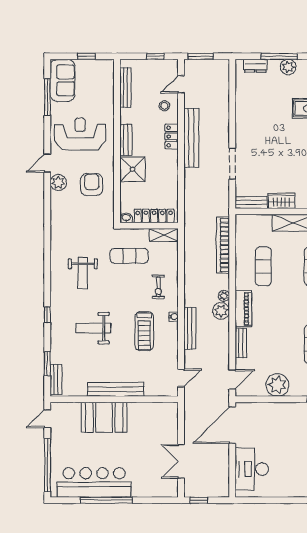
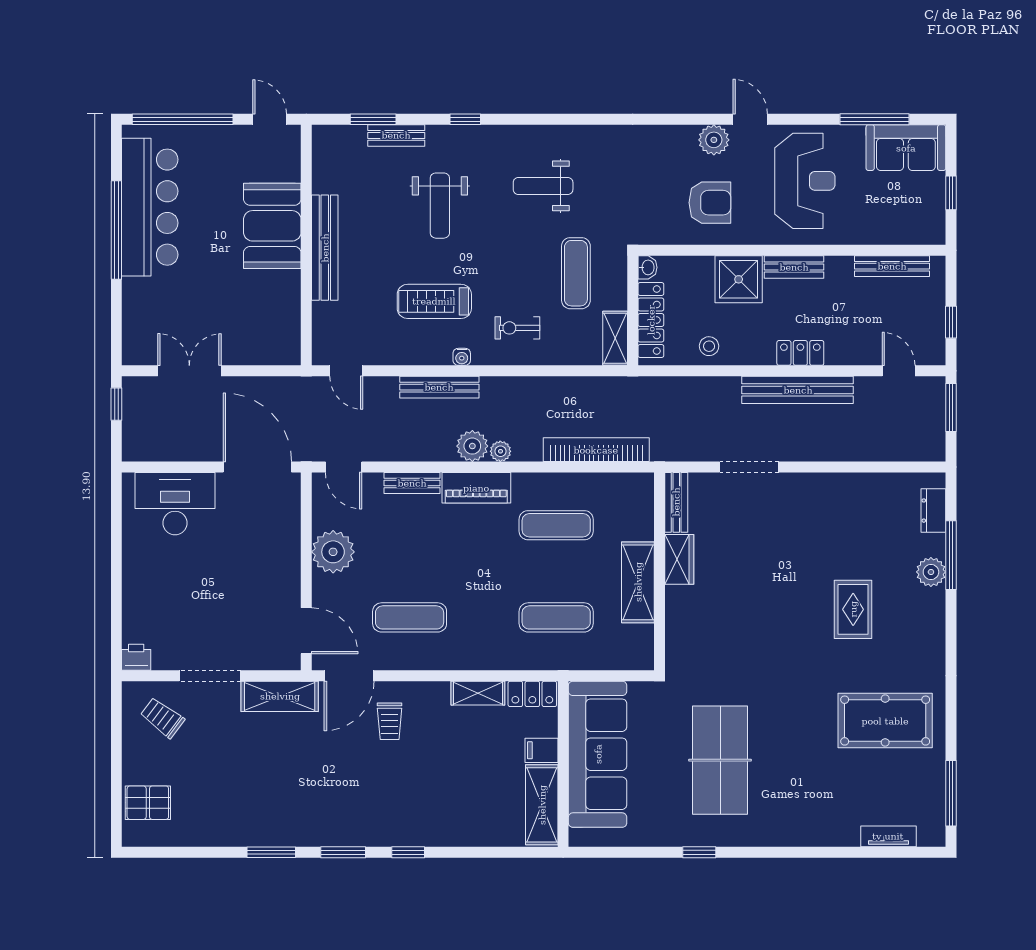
stool: (164, 106) -> (709, 346), moved
weight bench: (93, 328) -> (440, 206), turned 180
bench: (56, 379) -> (396, 135), moved

